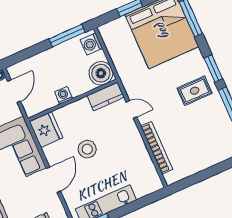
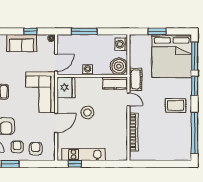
window: (67, 36) -> (84, 31), moved
window: (213, 68) -> (195, 86), moved
cot: (129, 80) -> (136, 79), added
door: (14, 91) -> (56, 63), moved

